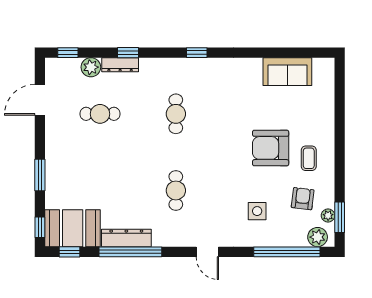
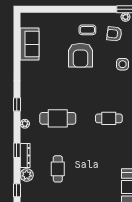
plant: (168, 64) -> (25, 124), added
cafe table: (176, 114) -> (58, 118), width x1.37, depth x1.35

